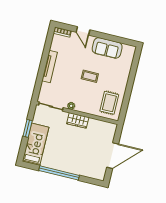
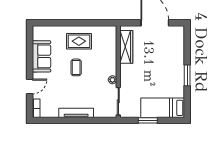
rug: (109, 103) -> (79, 41), moved
wardrobe: (78, 120) -> (126, 47), moved, width x1.50
window: (59, 173) -> (187, 75), width x0.47

